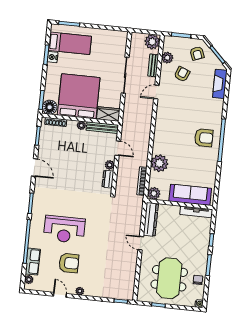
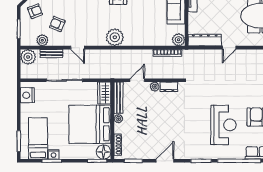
nightstand: (114, 37) -> (27, 95), added
plant: (159, 163) -> (115, 37), moved

